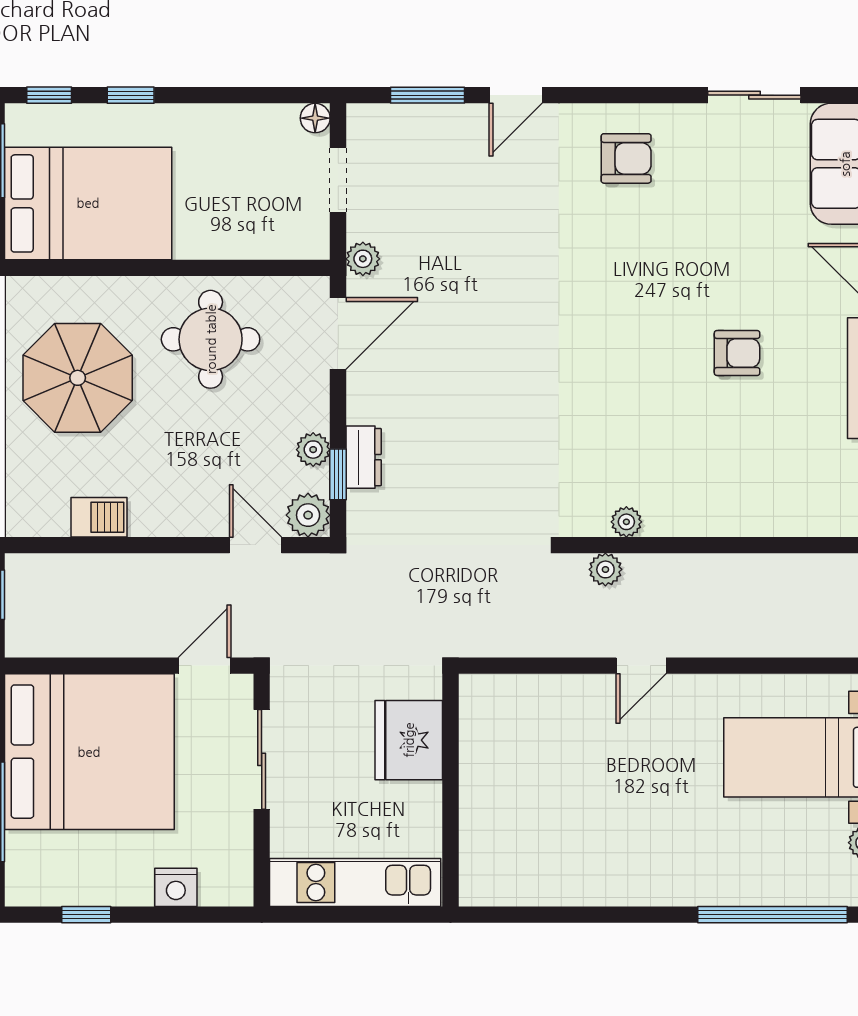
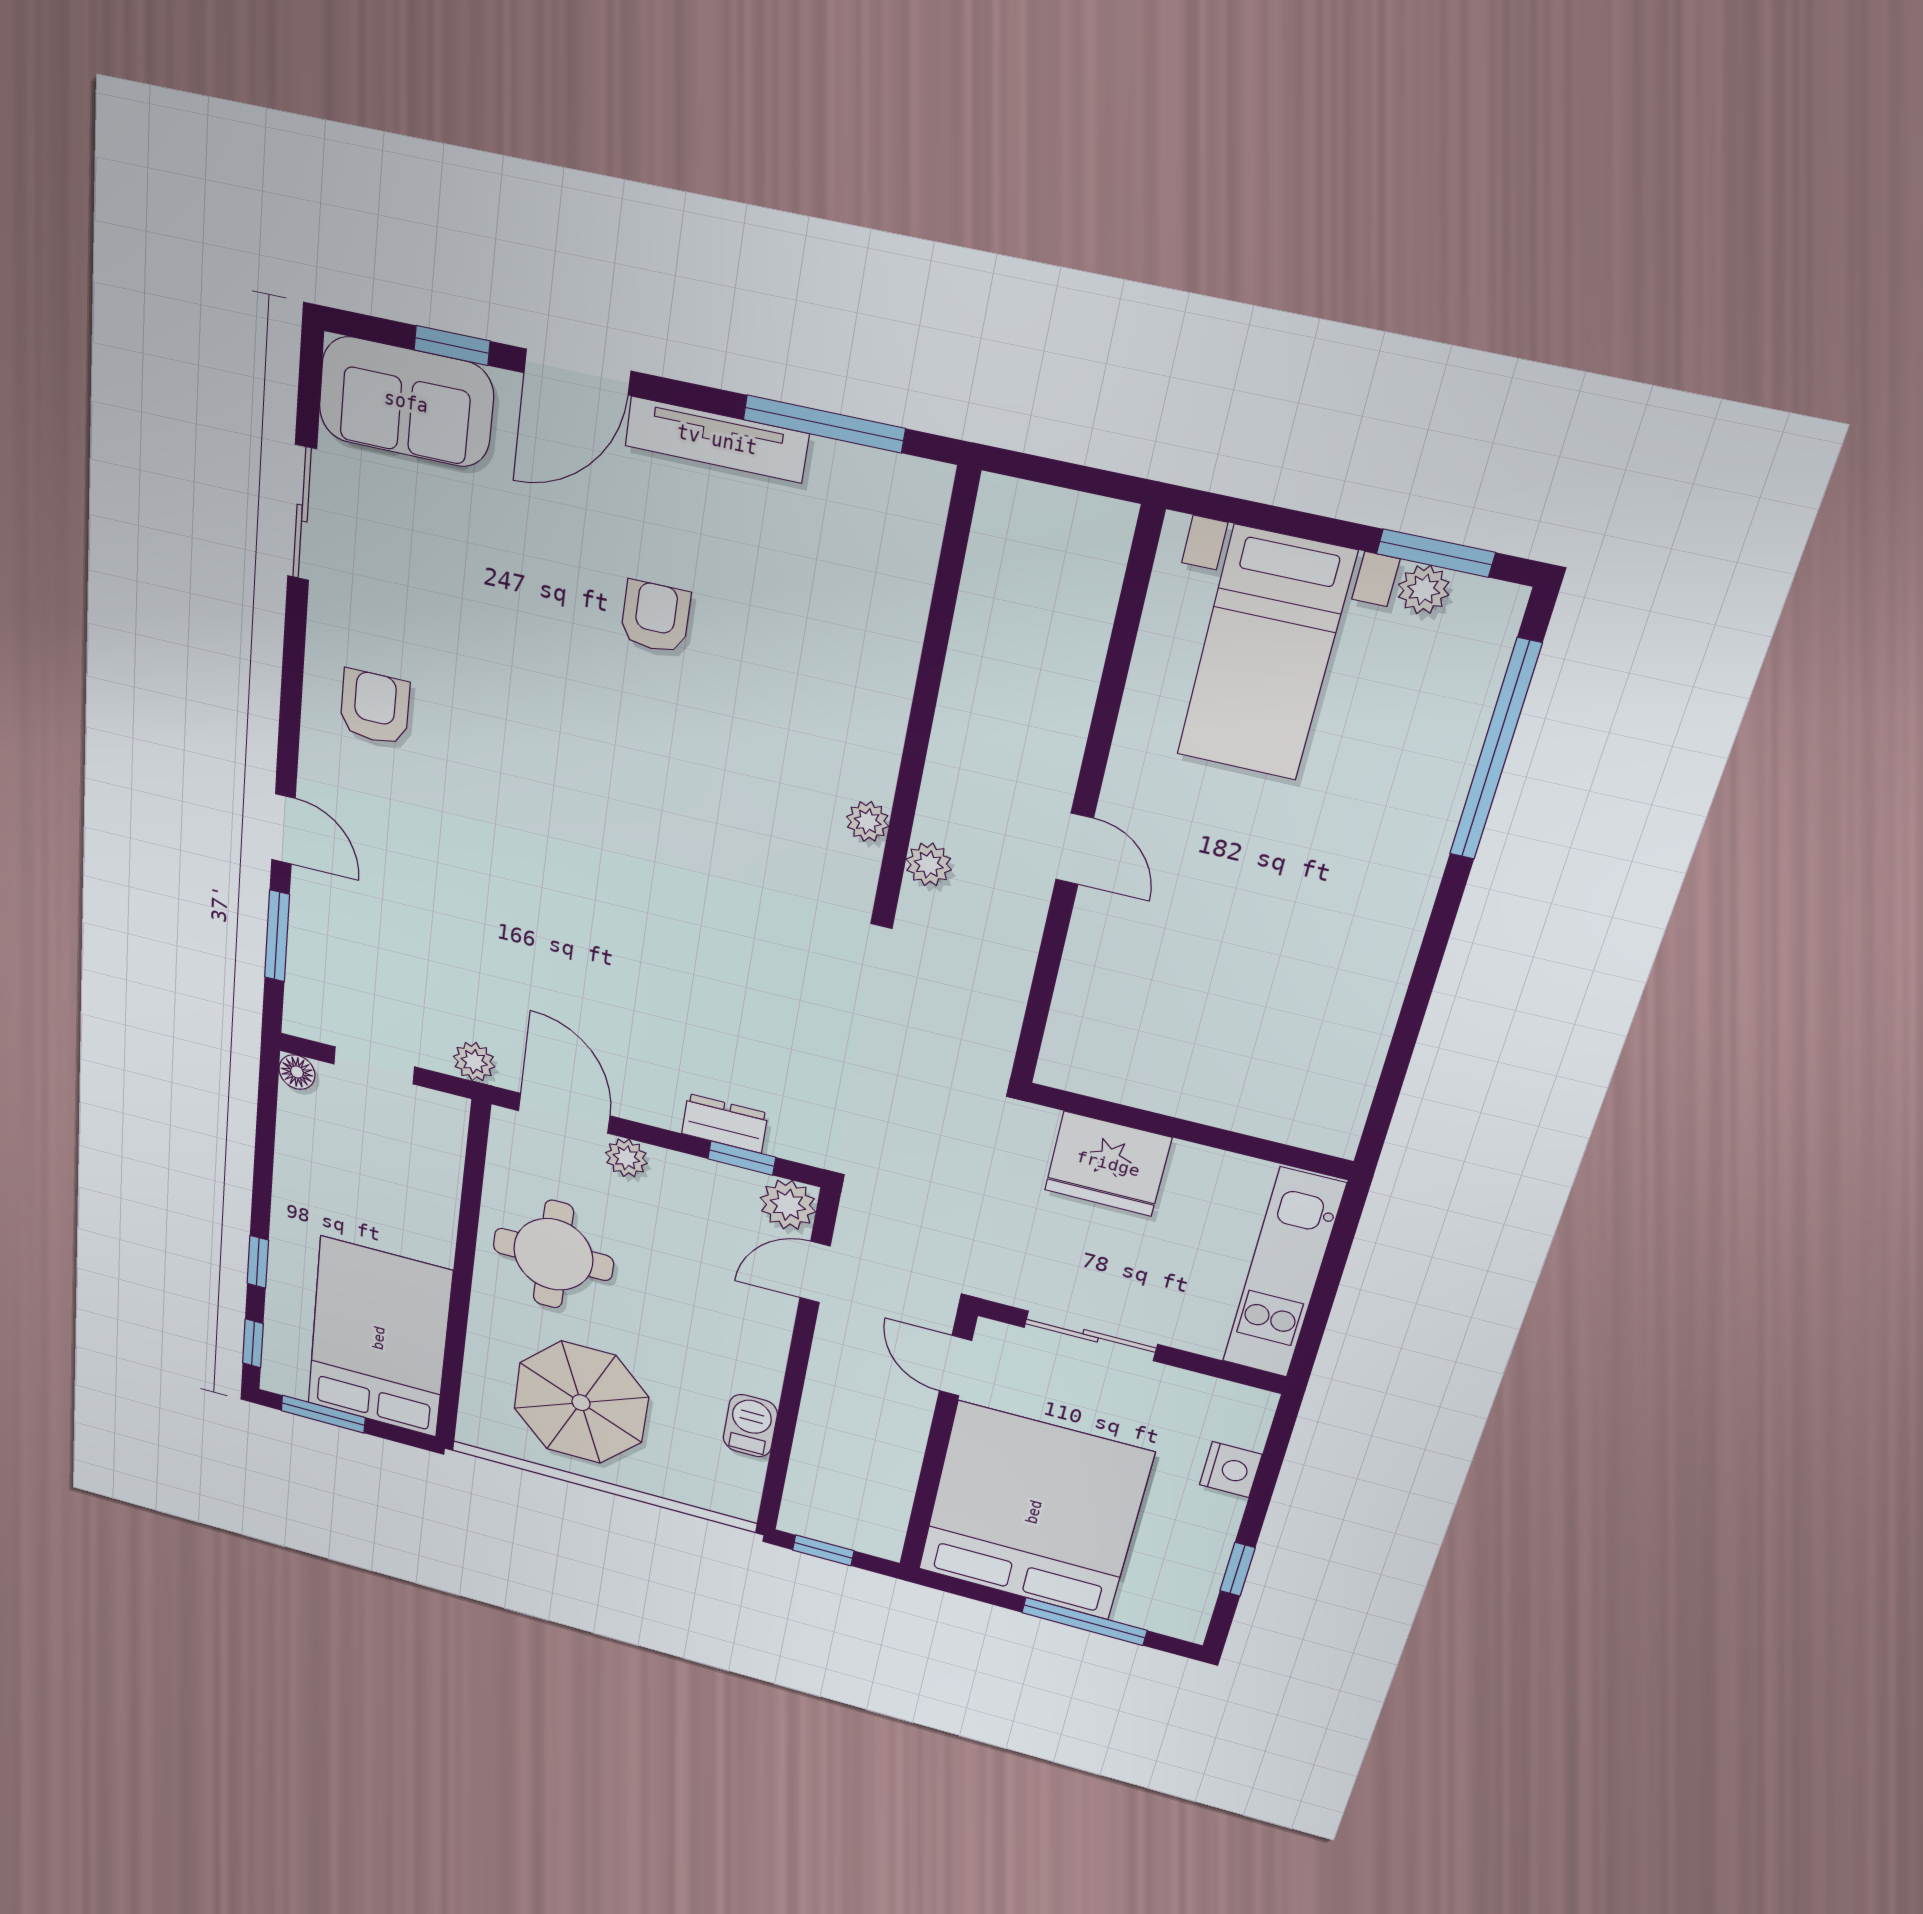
plant: (313, 450) -> (626, 1158), moved

